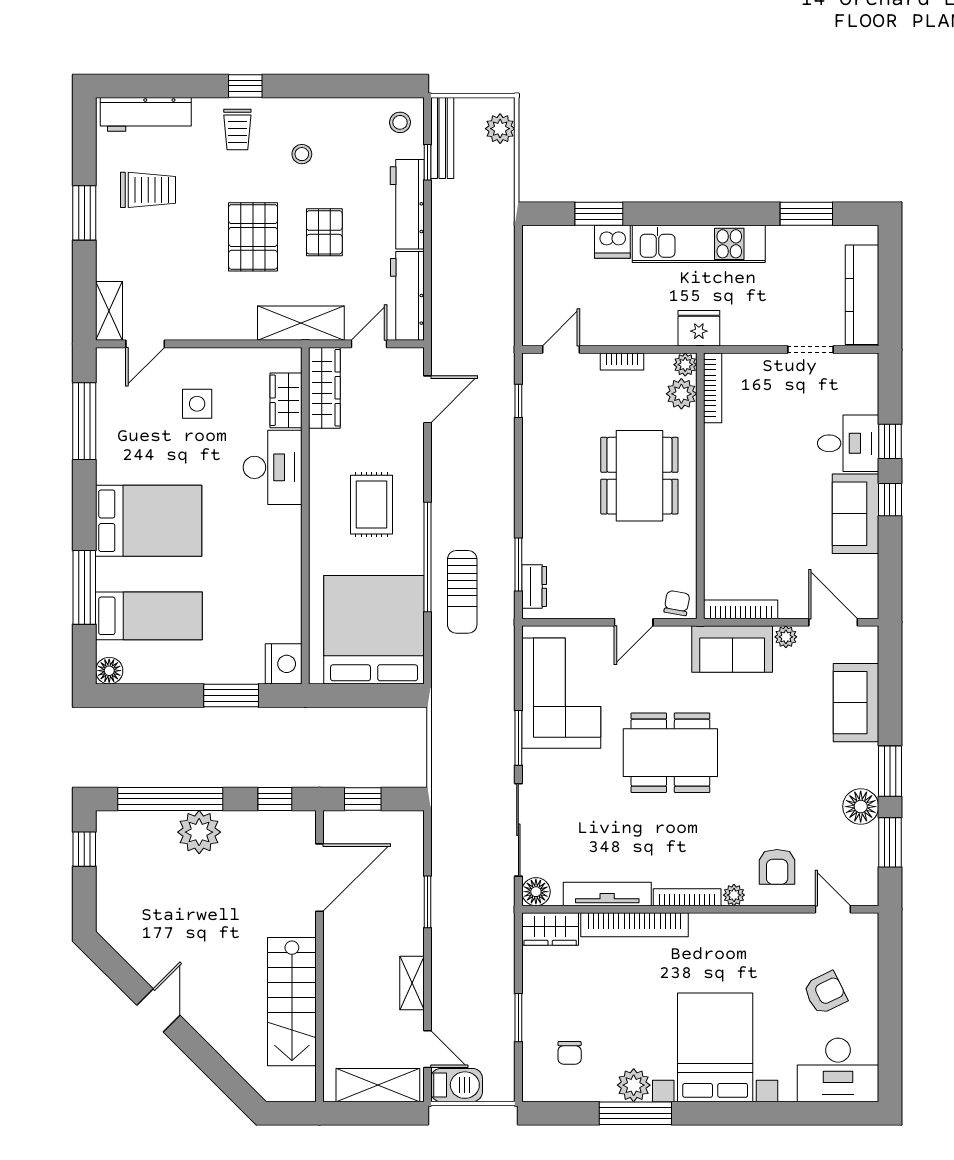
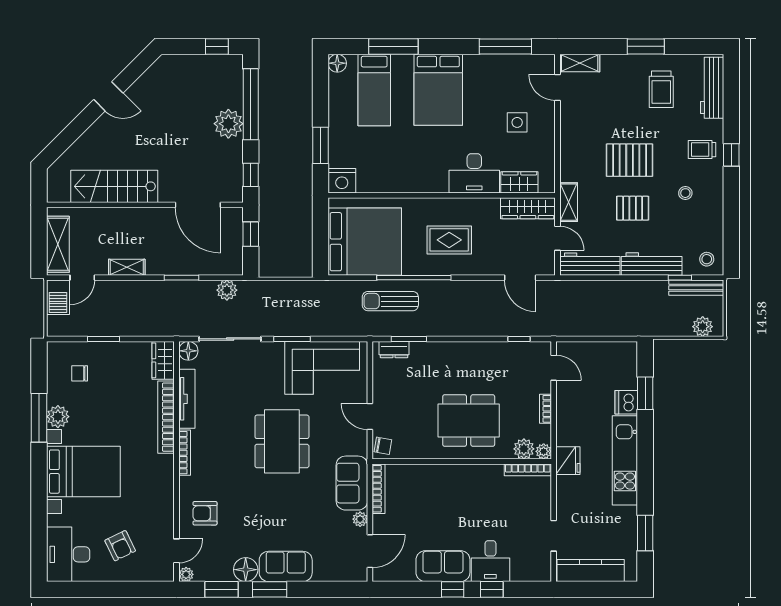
shelving: (301, 323) -> (569, 202), width x0.67, depth x0.75
sofa: (856, 703) -> (286, 566), moved
plant: (446, 834) -> (227, 290), added
plant: (734, 895) -> (186, 574), moved

